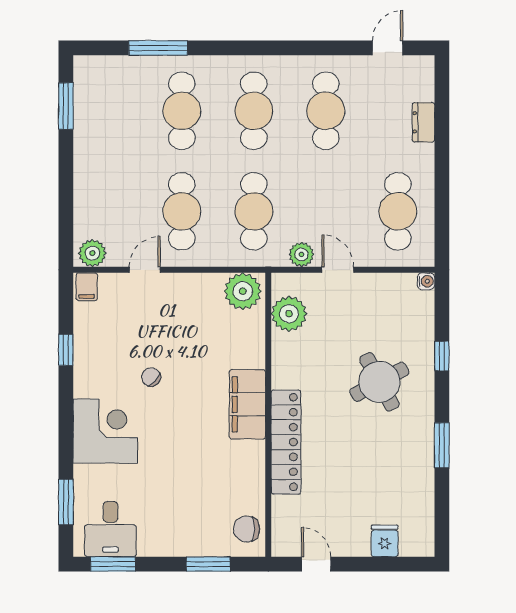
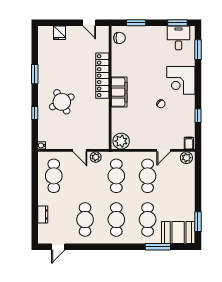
booth: (111, 81) -> (178, 232), added
plant: (289, 314) -> (101, 131), removed

